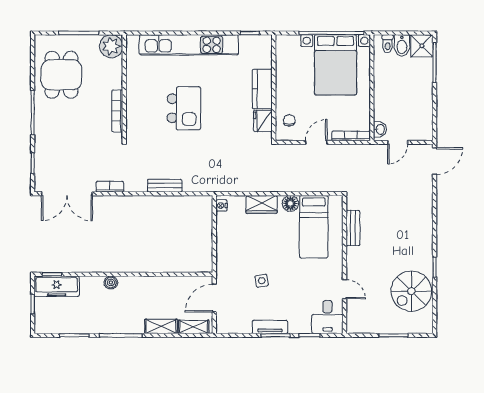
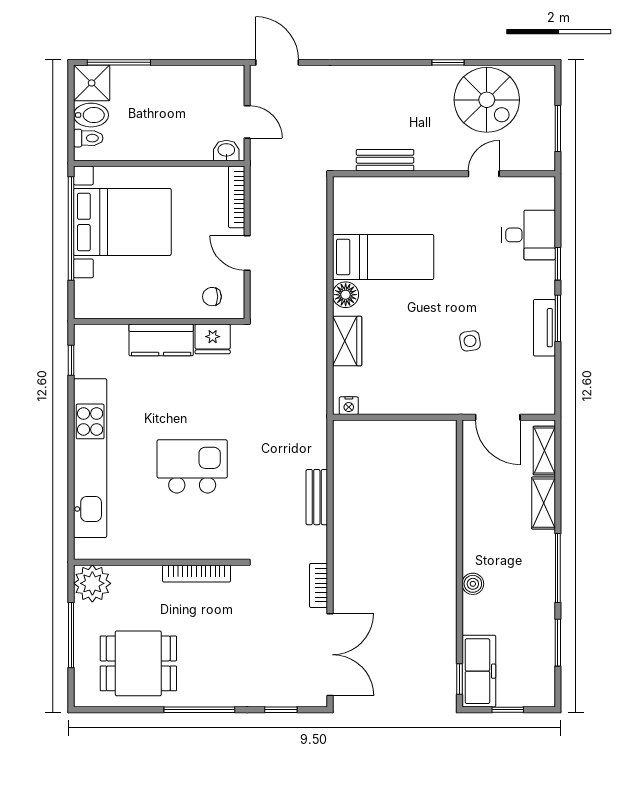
bench: (353, 228) -> (385, 160), moved
wall: (345, 265) -> (444, 174), moved
door: (345, 289) -> (484, 174), moved

